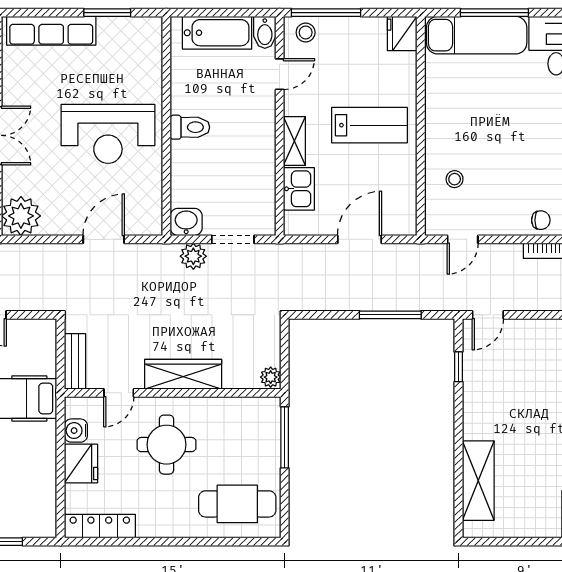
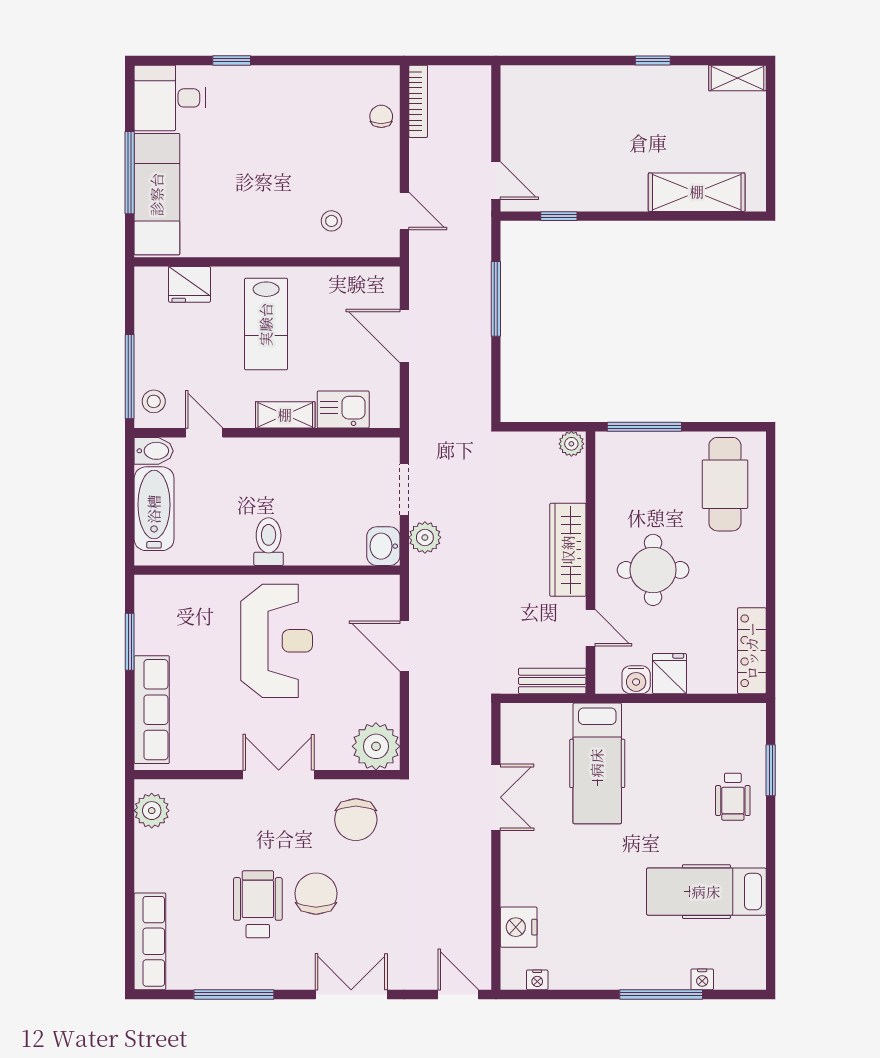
fridge: (402, 34) -> (190, 284), moved
lab bench: (369, 125) -> (266, 324), turned 180
fridge: (81, 463) -> (669, 674), width x0.72

